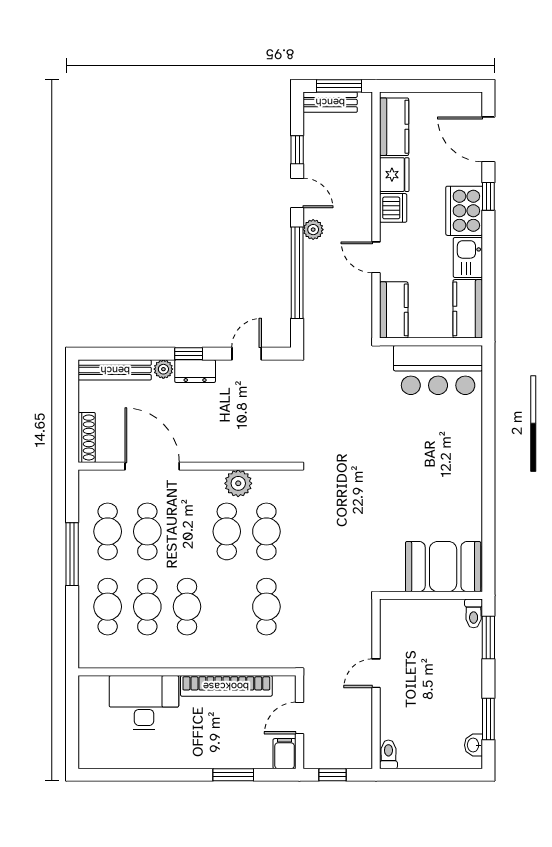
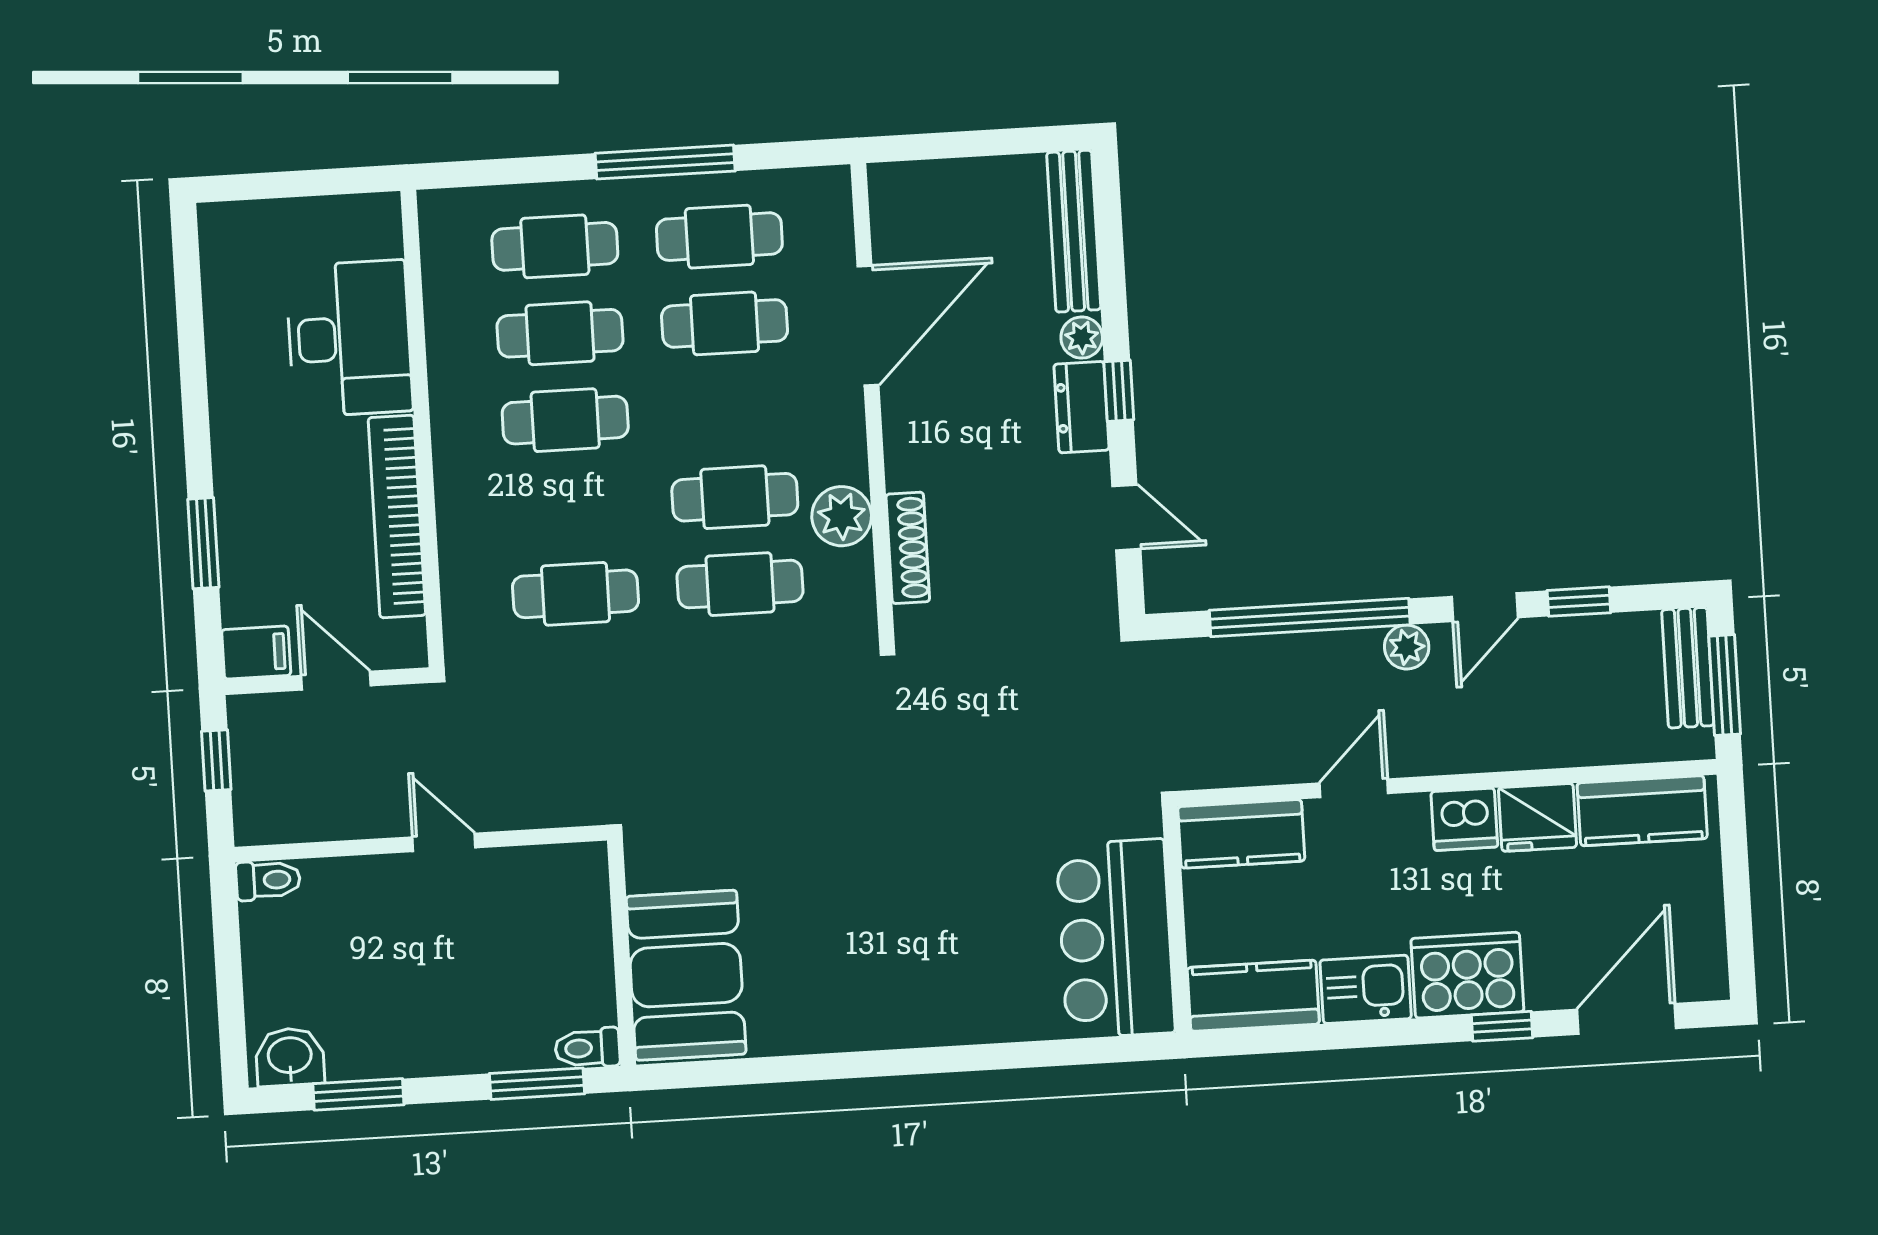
shoe rack: (87, 437) -> (908, 548), moved, turned -90
washbasin: (474, 745) -> (290, 1057), width x1.38, depth x1.45

